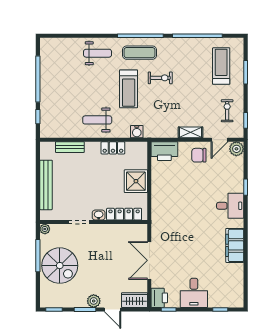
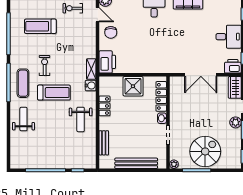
treadmill: (221, 66) -> (40, 26), moved
shelving: (191, 132) -> (91, 69), moved

